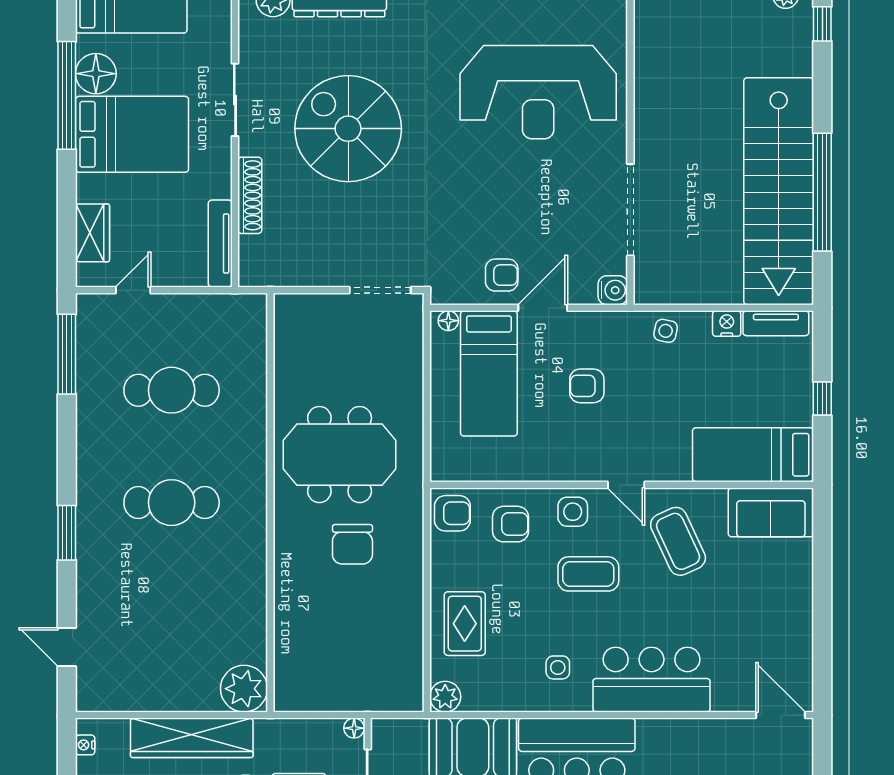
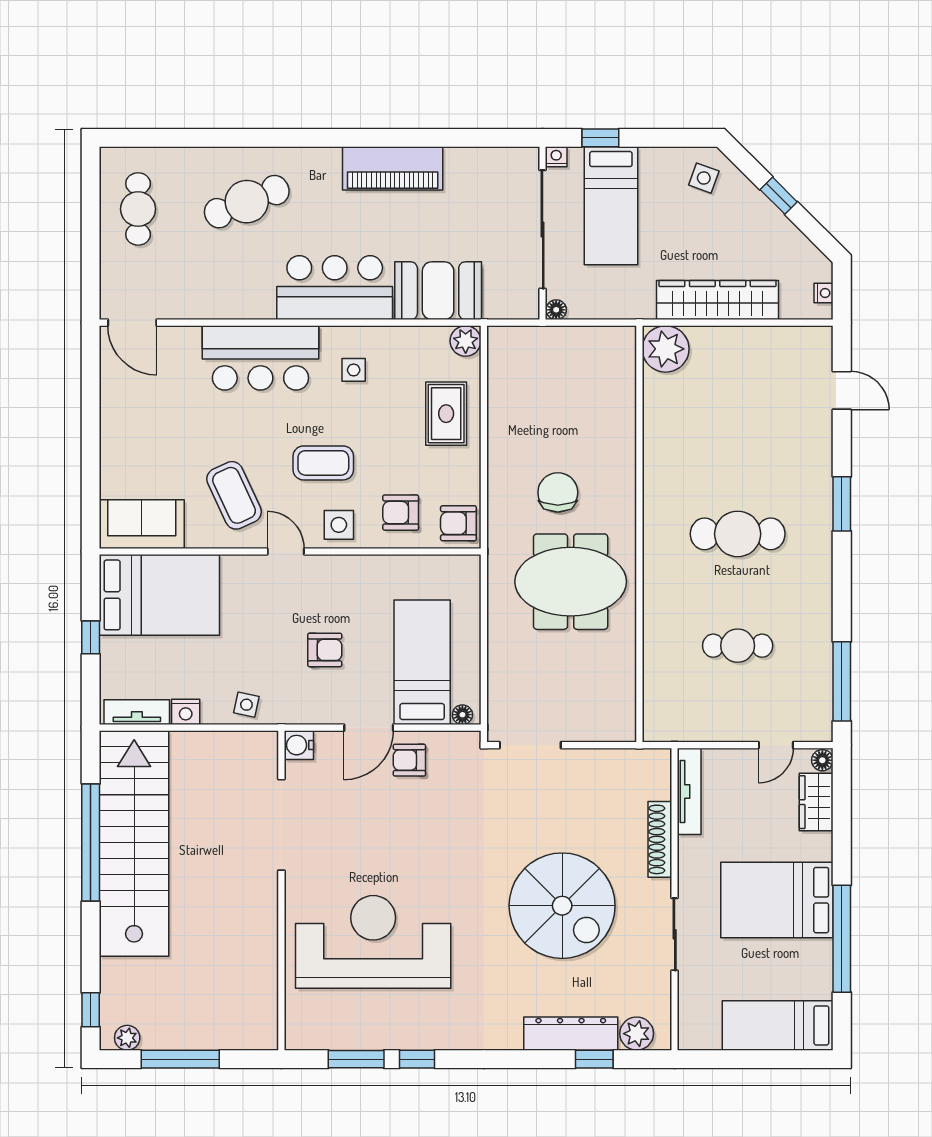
floor lamp: (96, 74) -> (822, 760), moved, width x0.53, depth x0.53
cafe table: (172, 390) -> (738, 646), width x0.73, depth x0.74
bed: (753, 455) -> (159, 595), width x1.50

